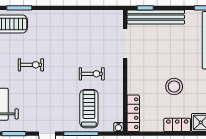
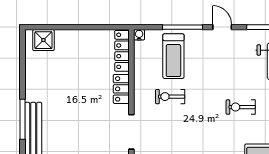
stool: (174, 86) -> (74, 82), removed
locker: (177, 125) -> (121, 89), moved, turned 90

